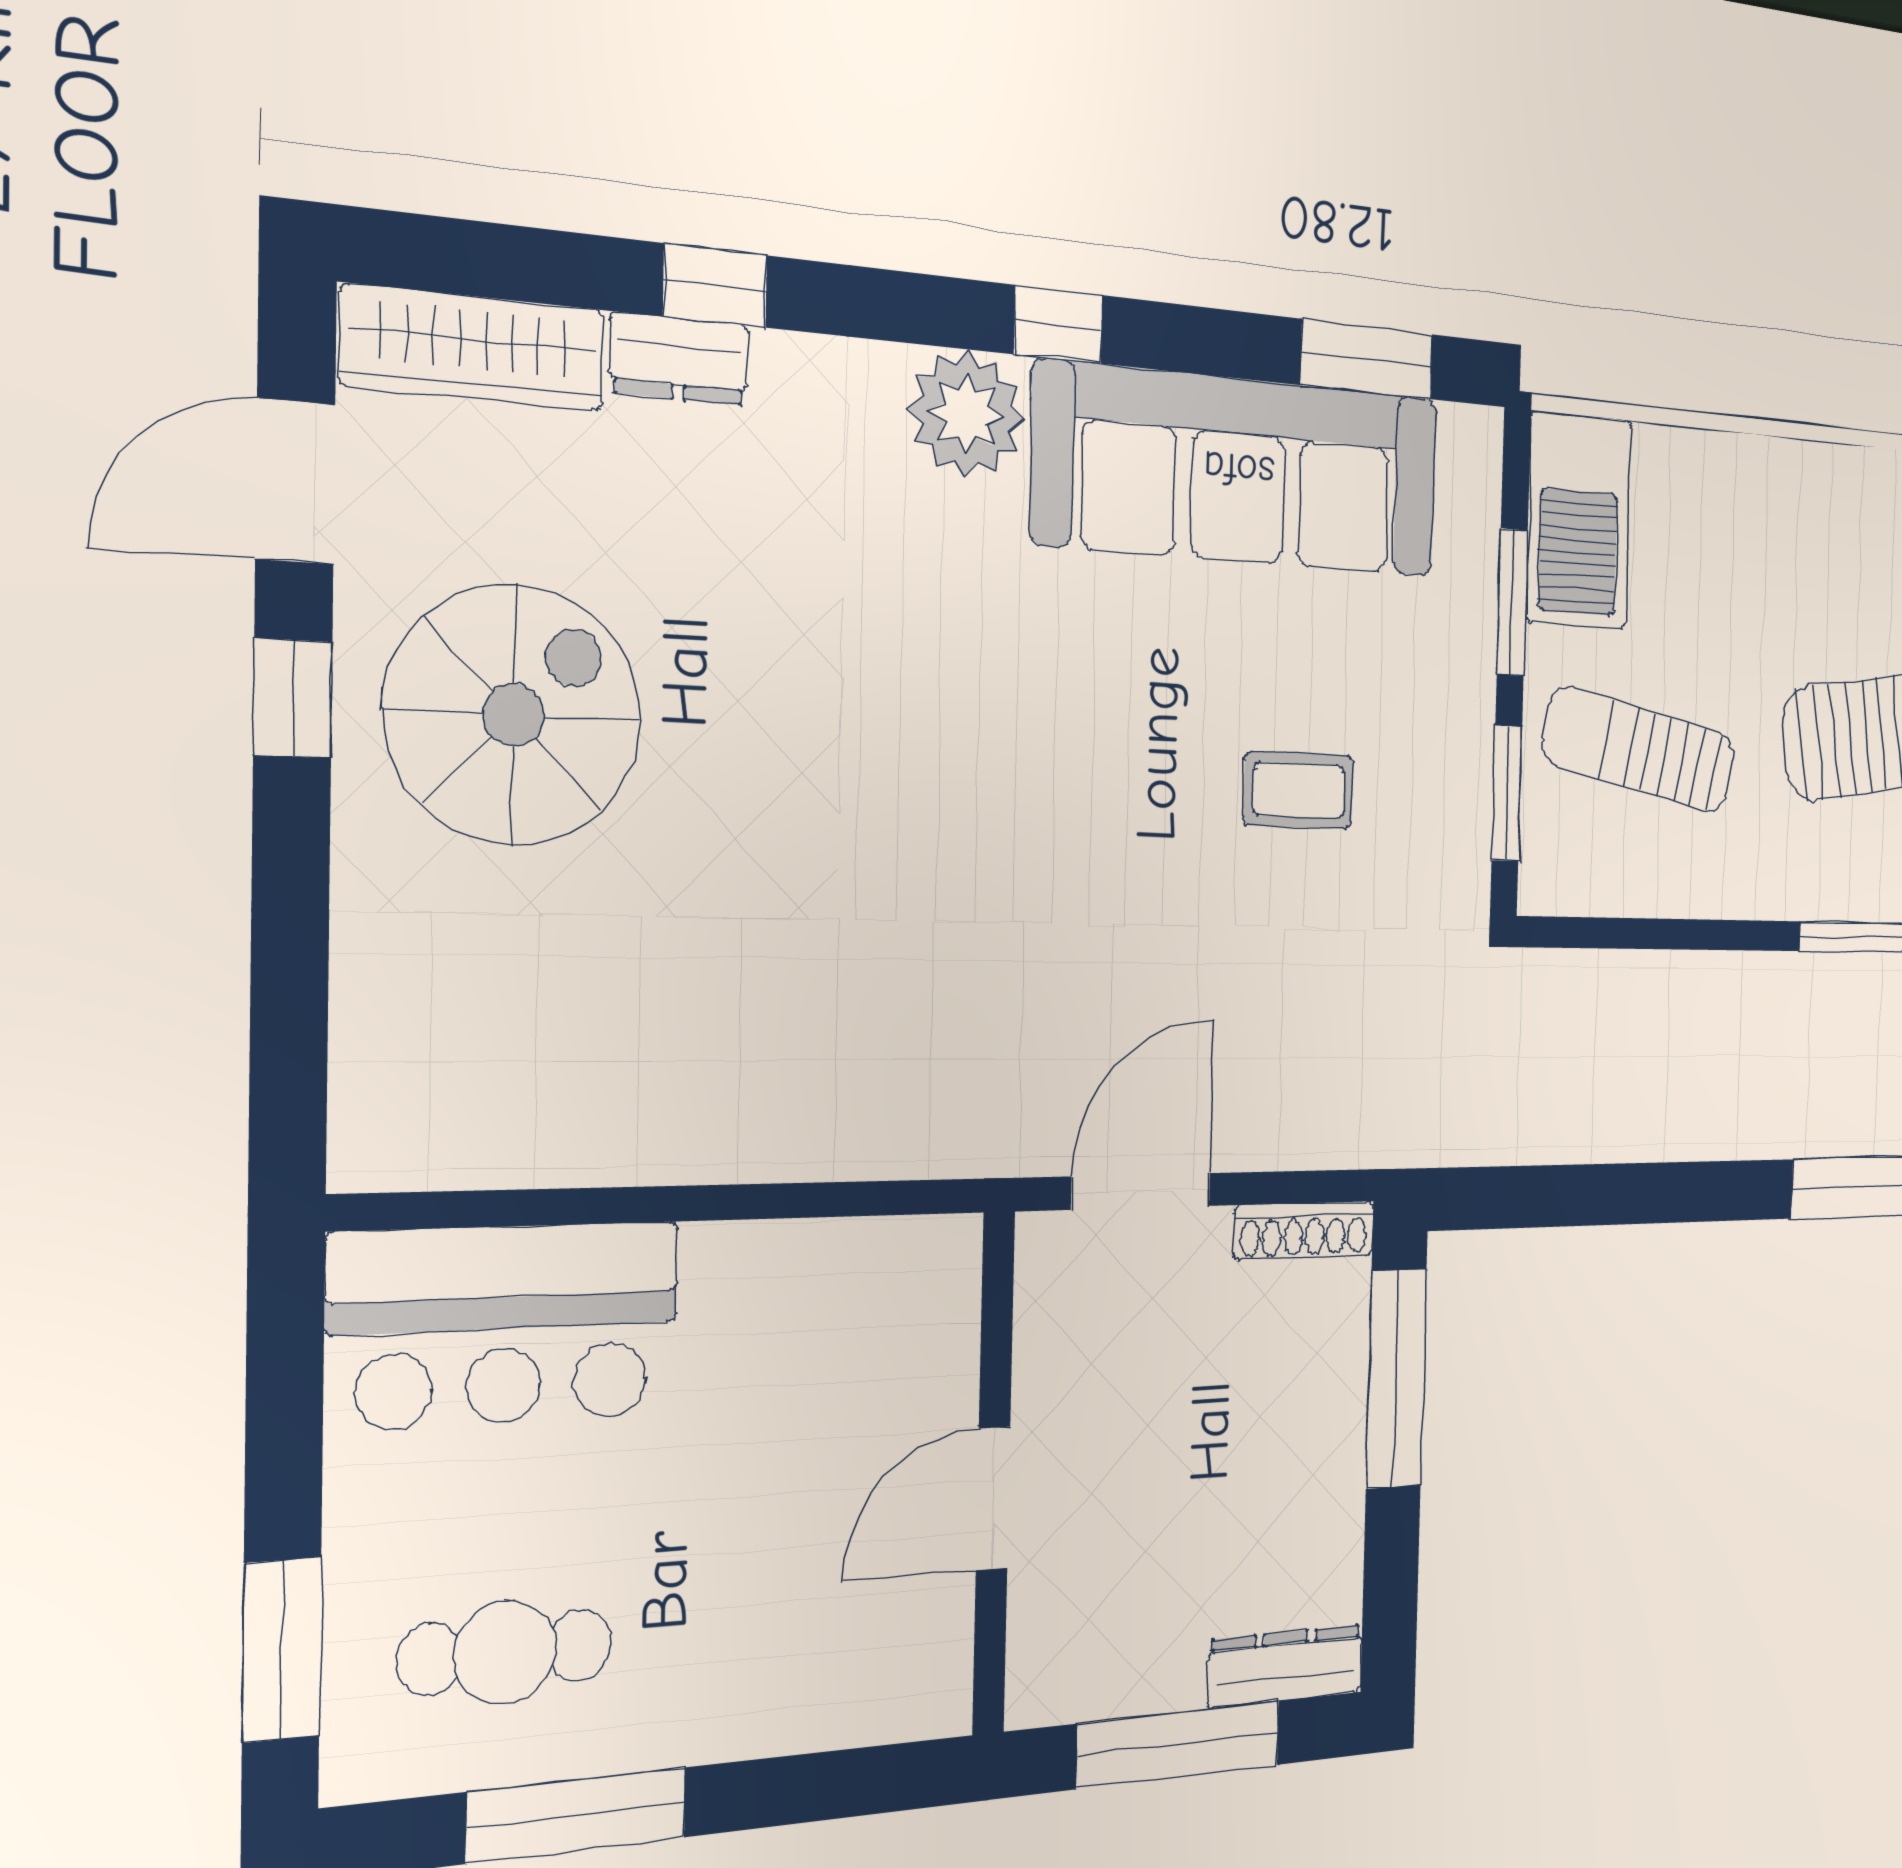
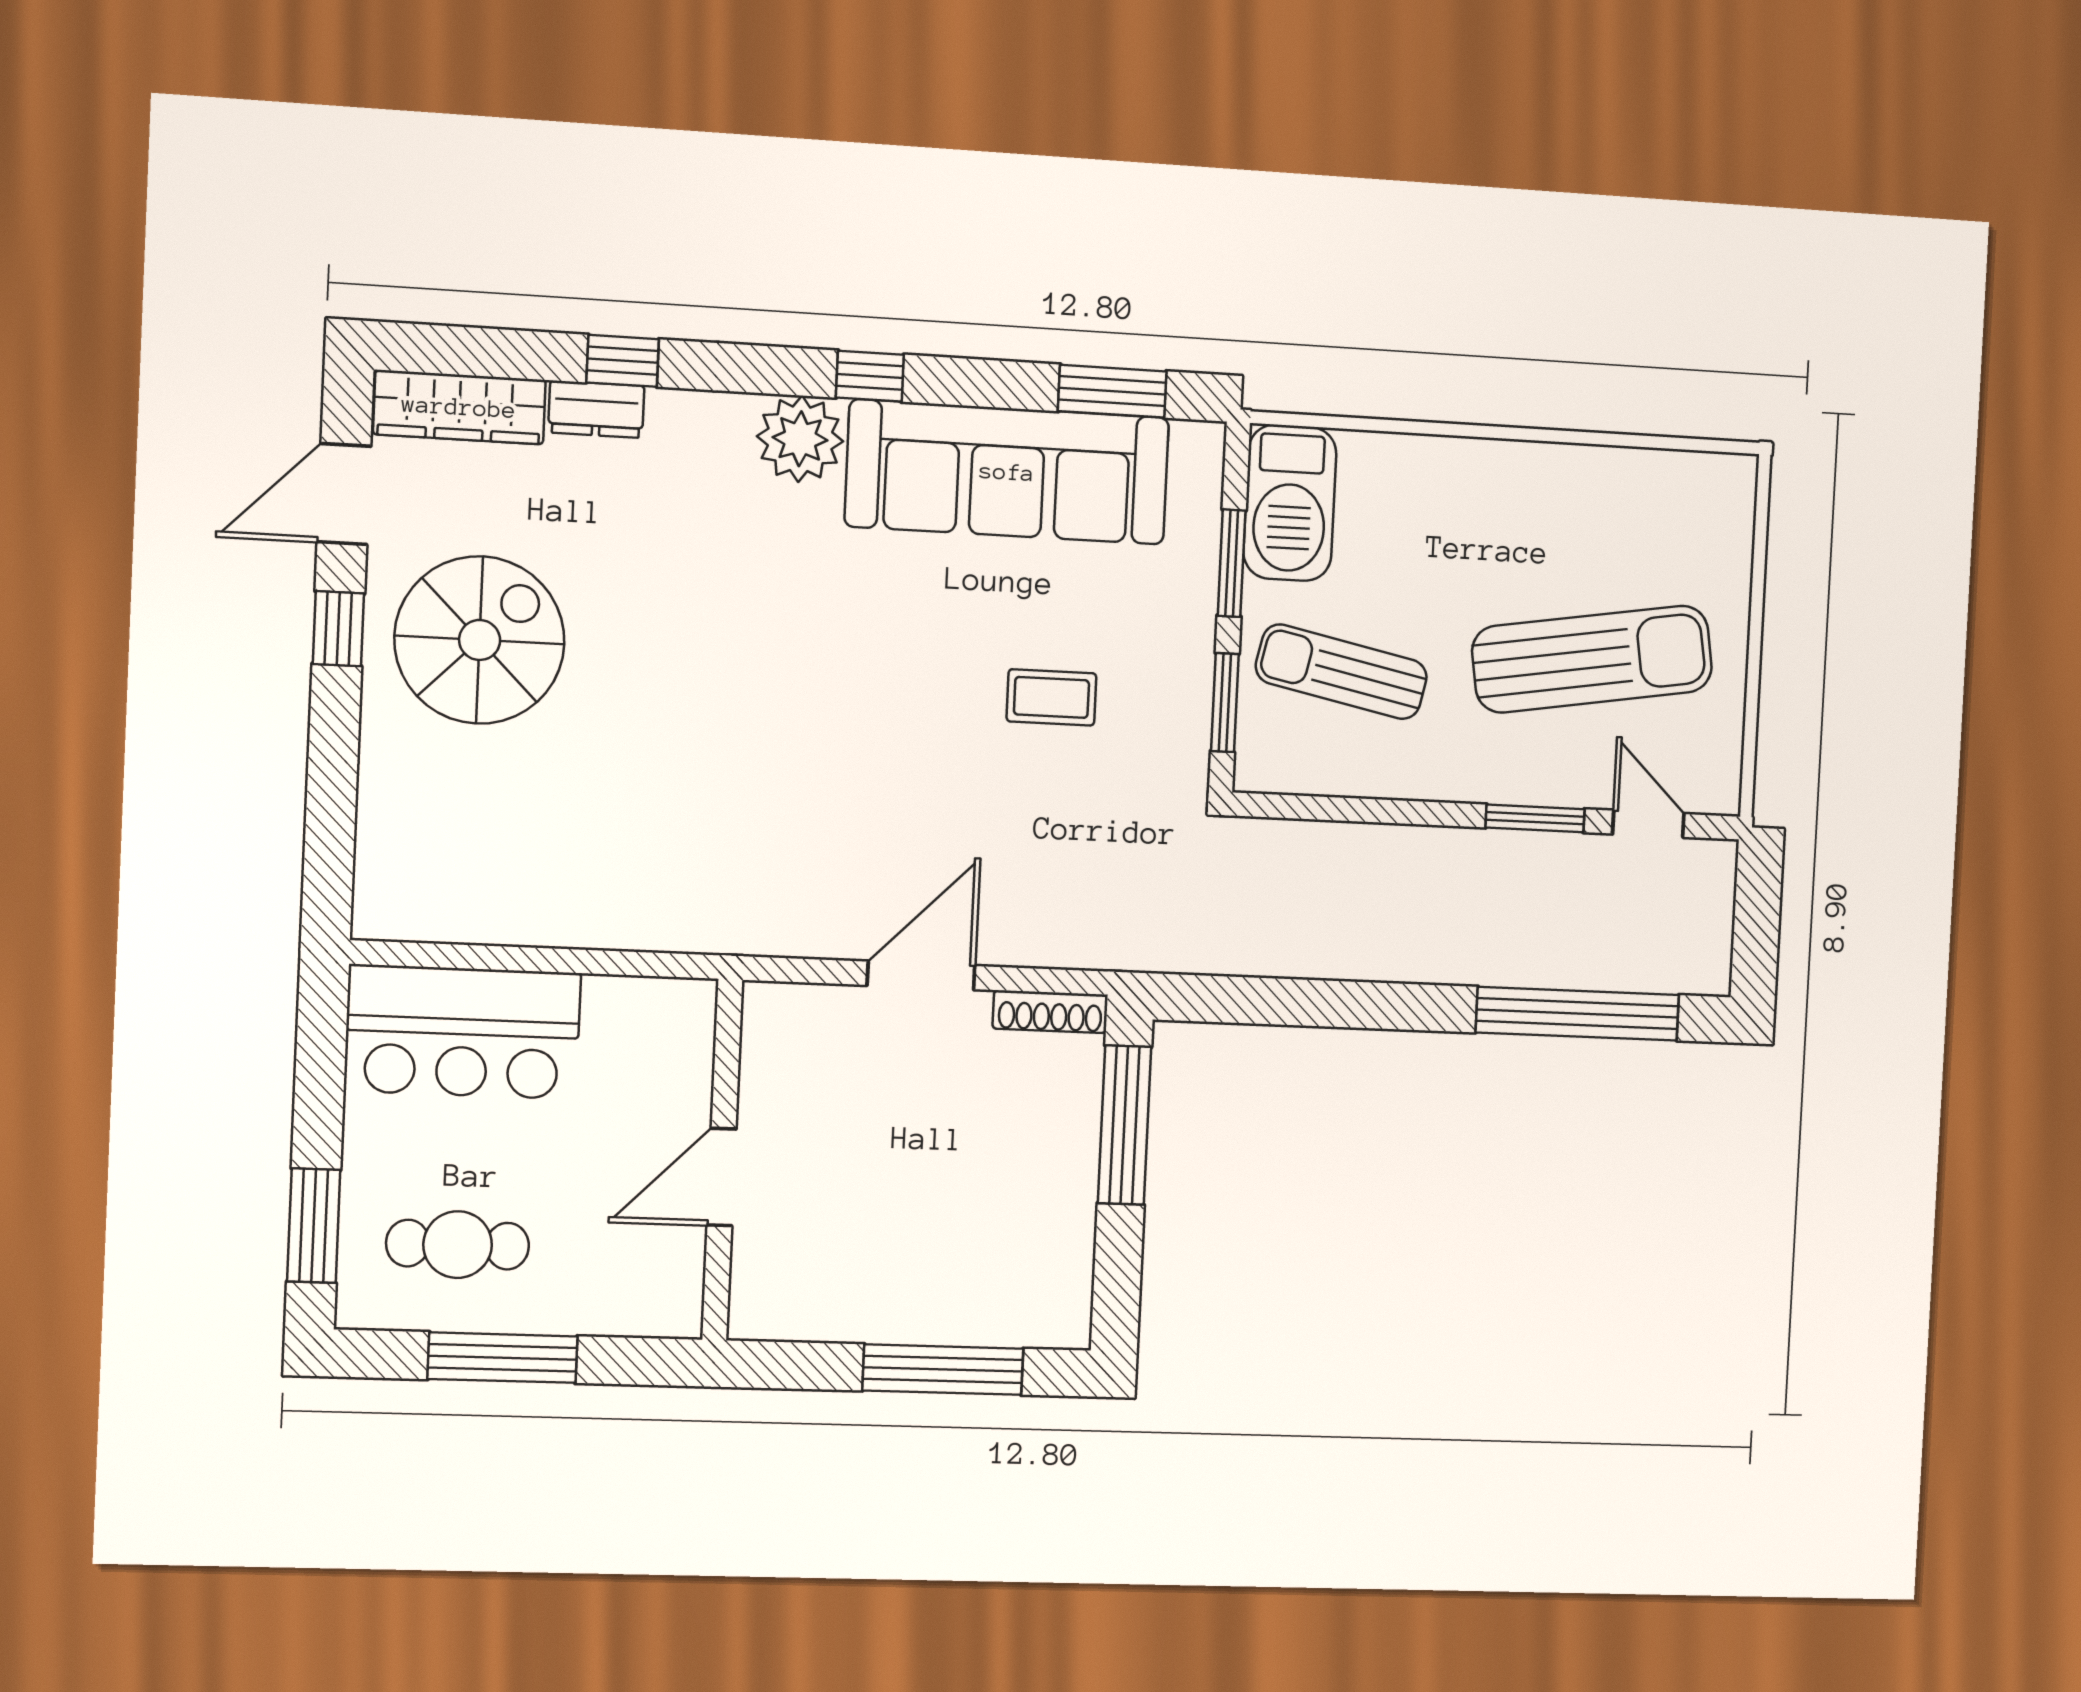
wall: (994, 1474) -> (722, 1160), moved
door: (993, 1498) -> (722, 1177), moved
dresser: (1285, 1666) -> (1029, 1324), removed

